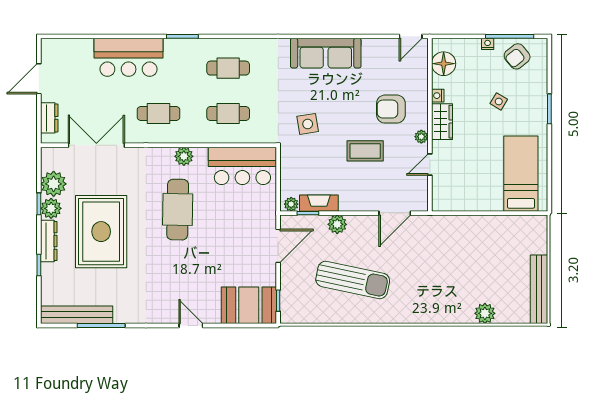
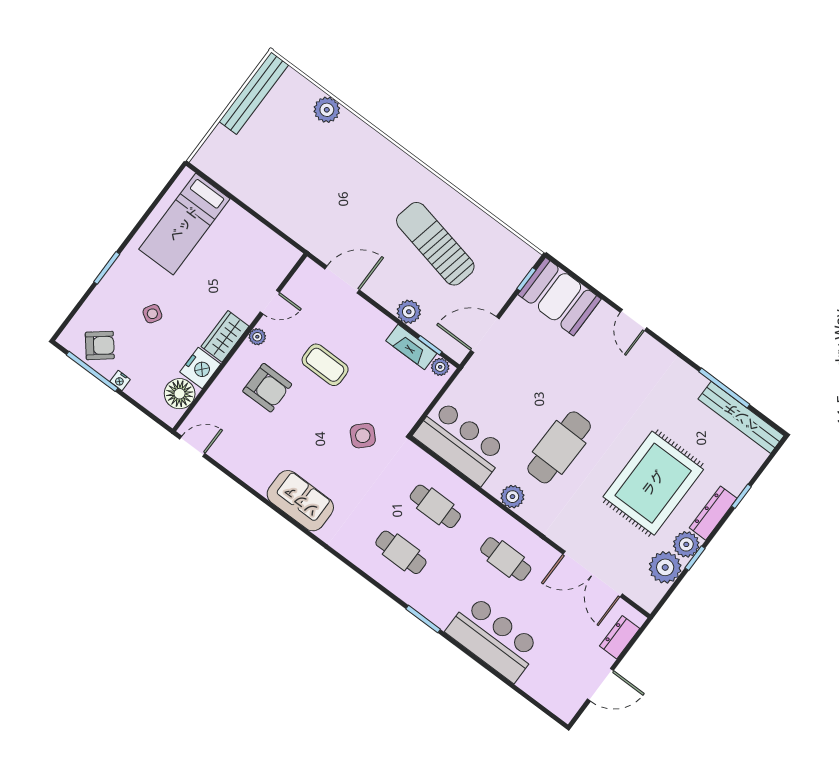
sofa: (326, 53) -> (300, 501), width x0.73
nightstand: (438, 96) -> (200, 368), width x1.89, depth x1.79
side table: (308, 124) -> (363, 436), turned -36

